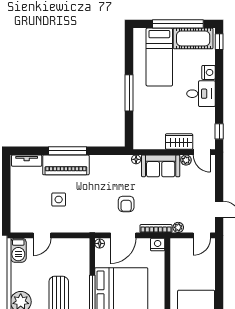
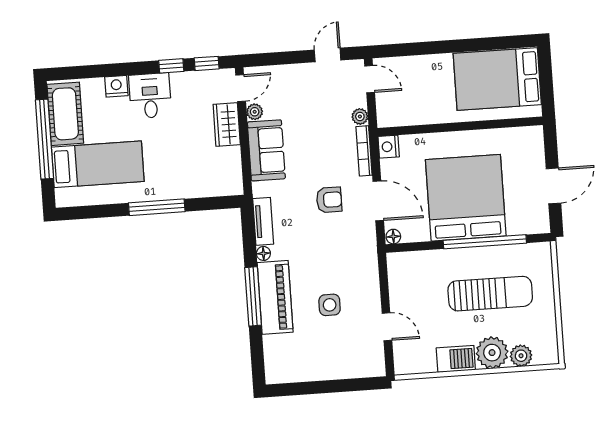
window: (219, 42) -> (171, 66), moved
floor lamp: (136, 159) -> (263, 253), moved
tv unit: (27, 161) -> (263, 221), moved
barbecue: (18, 250) -> (456, 359), moved

